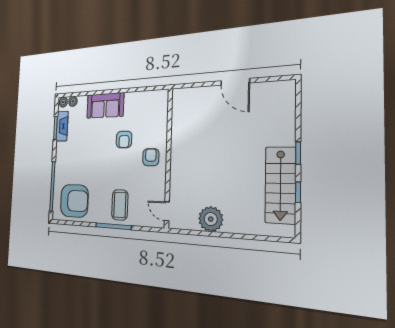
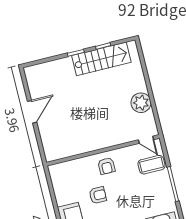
armchair: (151, 157) -> (106, 166), turned -90
coffee table: (120, 205) -> (151, 165), moved
door: (167, 211) -> (146, 140), hinge flipped

